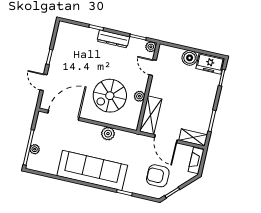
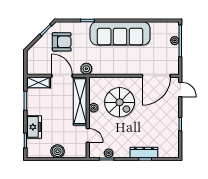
dresser: (113, 39) -> (144, 153), moved
plant: (151, 47) -> (109, 153), moved
freezer: (210, 63) -> (34, 127), moved, turned 90
door: (44, 82) -> (180, 90), moved
spiral stairs: (110, 96) -> (120, 102), turned 90
shelving: (151, 115) -> (80, 101), width x1.47
plant: (108, 134) -> (86, 69), moved
fireplace: (196, 161) -> (31, 63), removed

